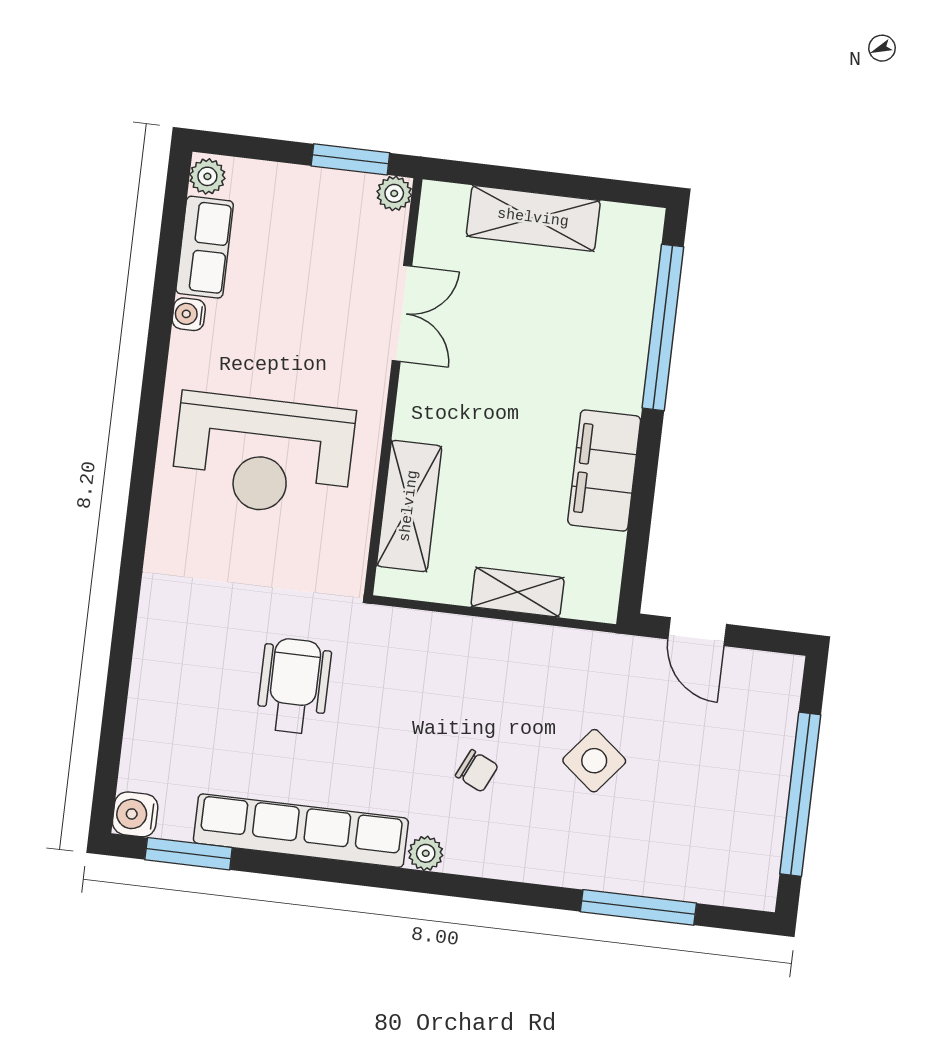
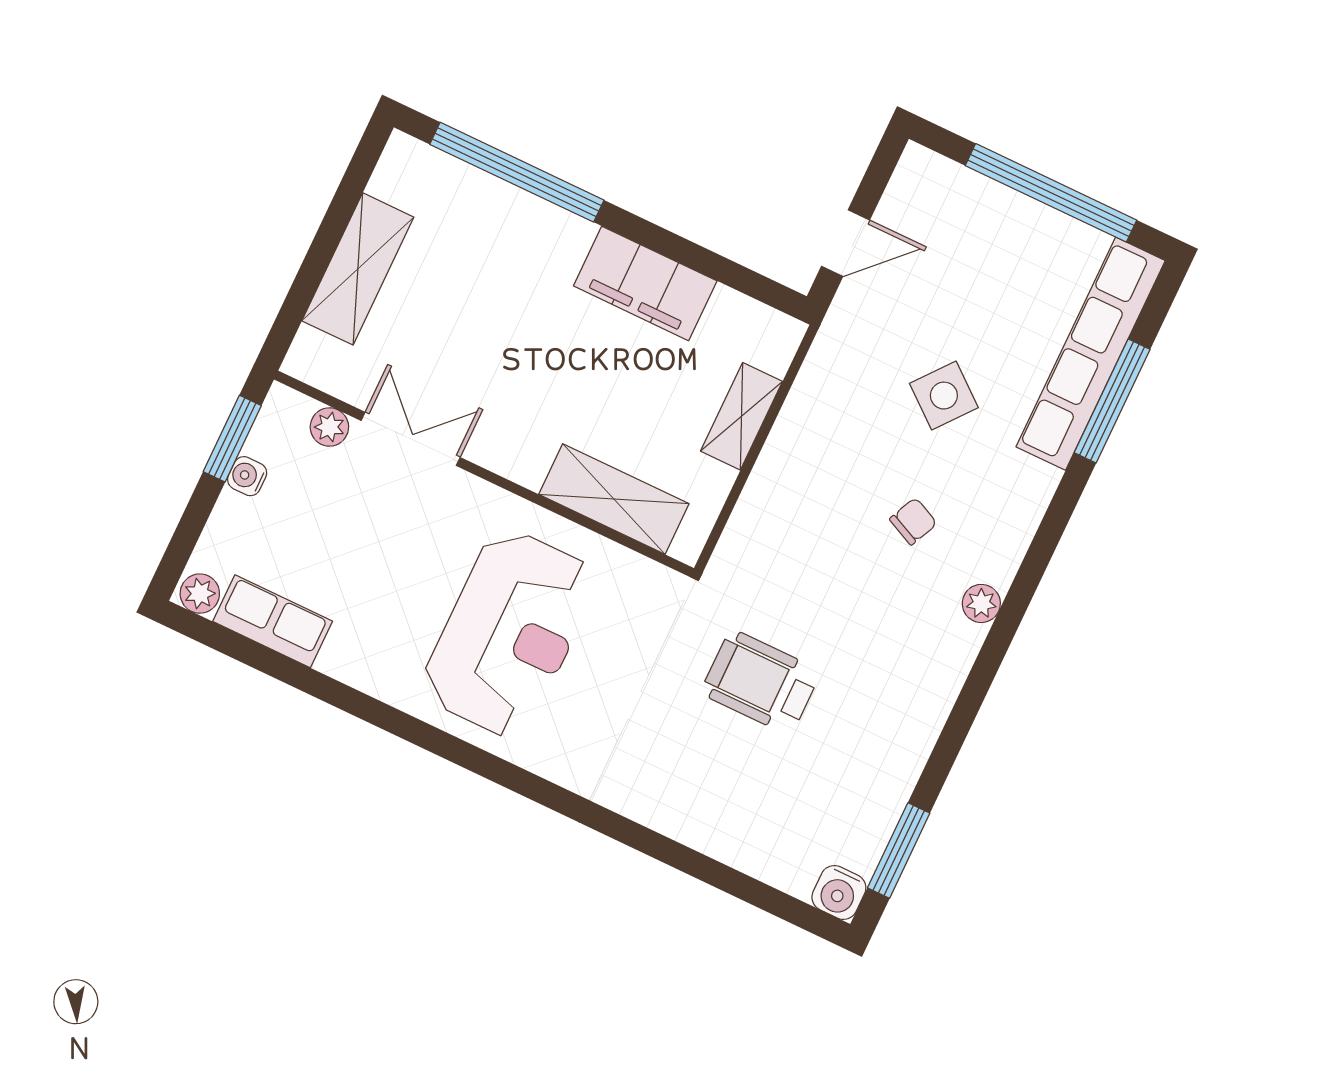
plant: (394, 193) -> (329, 427), moved
water cooler: (189, 314) -> (247, 476), moved, turned 90
row of seats: (301, 831) -> (1091, 354), moved

